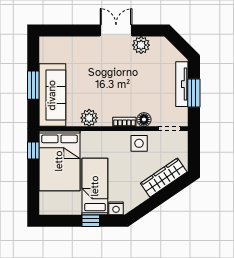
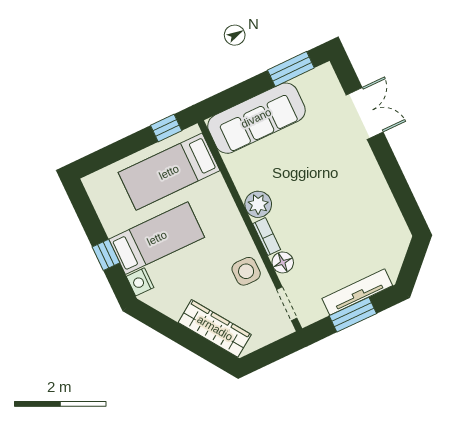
double door: (116, 31) -> (365, 113), moved
plant: (141, 45) -> (385, 209), removed
window: (33, 85) -> (291, 69), moved
plant: (89, 118) -> (258, 204), moved
bed: (59, 161) -> (169, 172), width x0.67

